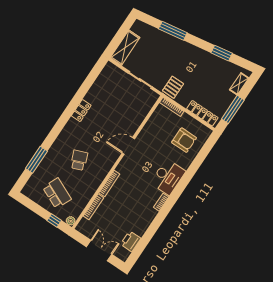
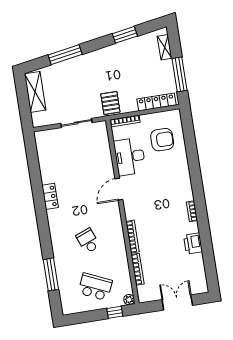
shelving: (125, 48) -> (35, 92), moved
desk: (168, 177) -> (130, 157), moved, turned 180
printer: (131, 241) -> (193, 244), moved

